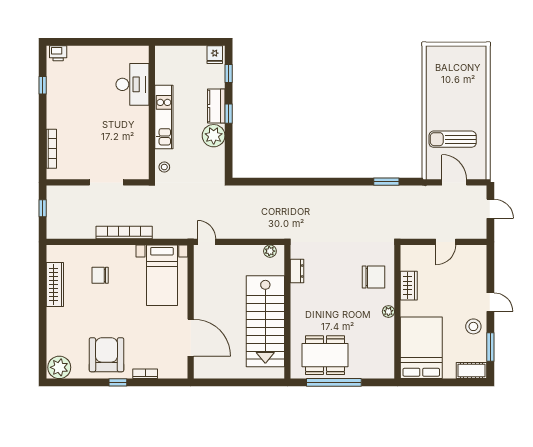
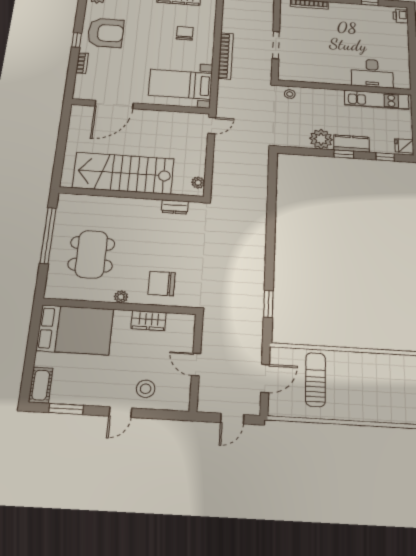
kitchen unit: (164, 117) -> (377, 100), moved
chair: (374, 277) -> (162, 284), turned 90
stool: (473, 326) -> (146, 389), moved
dining table: (325, 355) -> (91, 254), moved

